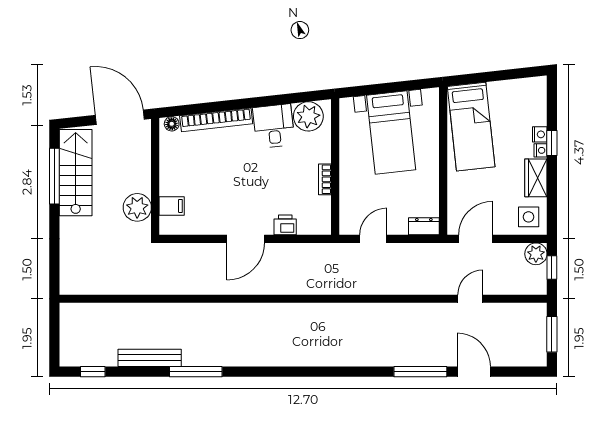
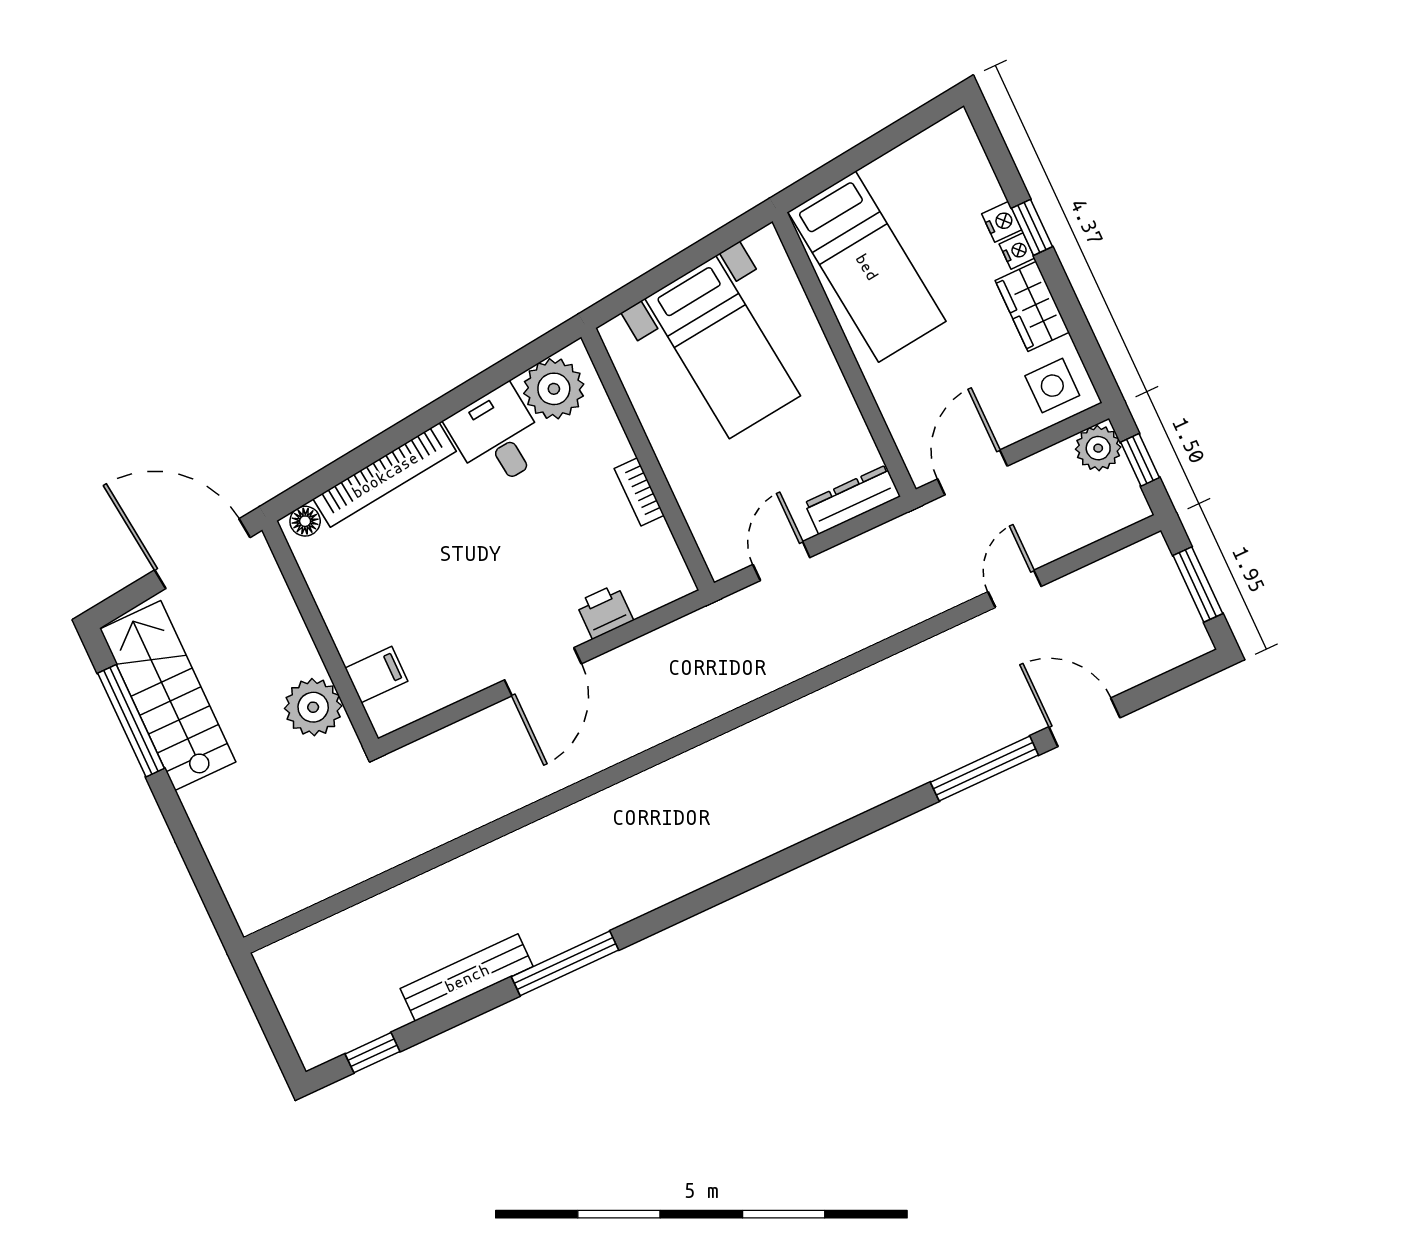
dresser: (424, 226) -> (852, 500), width x1.44

